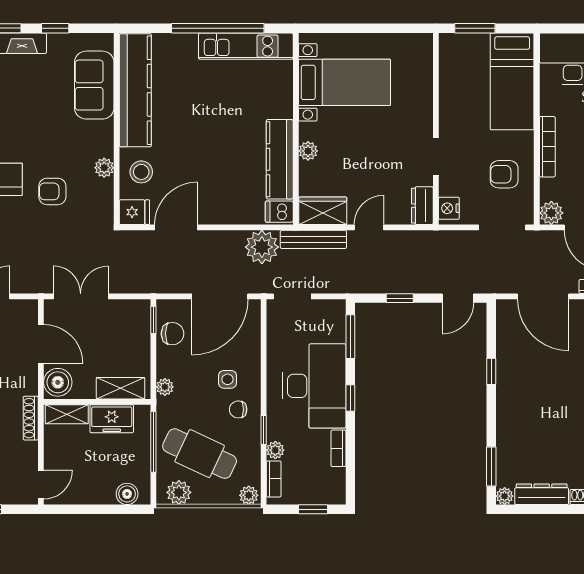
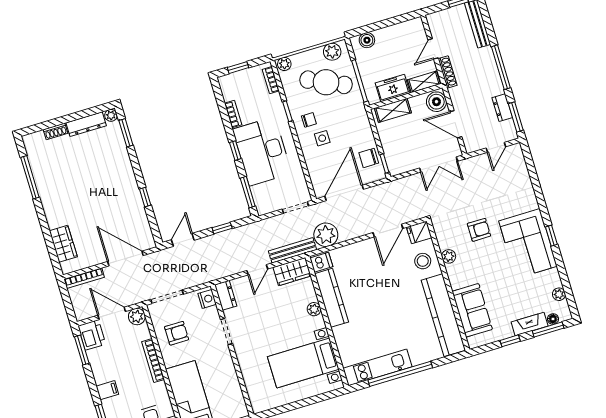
plant: (165, 387) -> (363, 120), removed
plant: (275, 450) -> (275, 100), removed
door: (41, 485) -> (433, 49), moved

